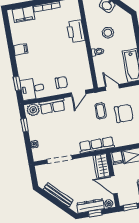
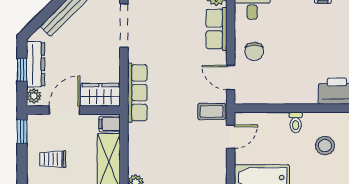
coffee table: (101, 111) -> (212, 111), moved
chair: (124, 113) -> (183, 148), removed

